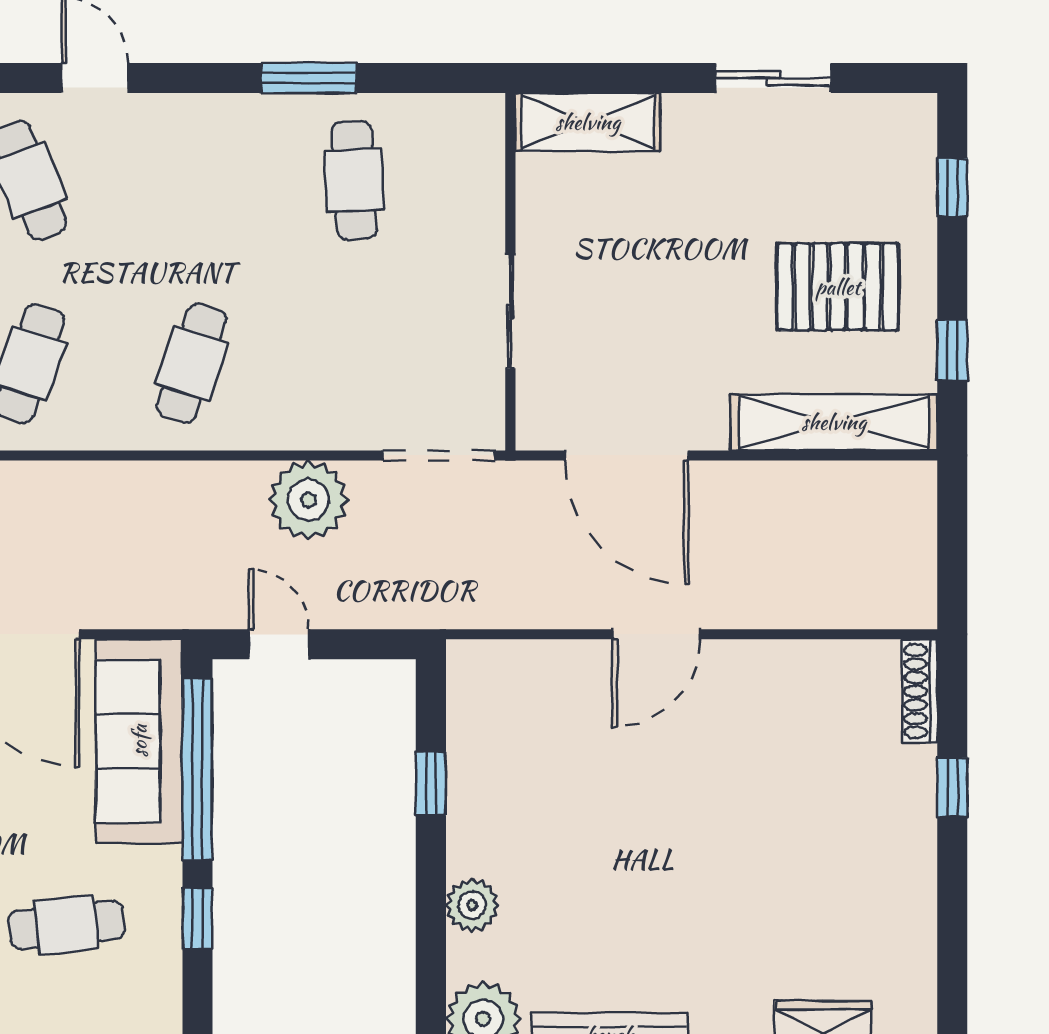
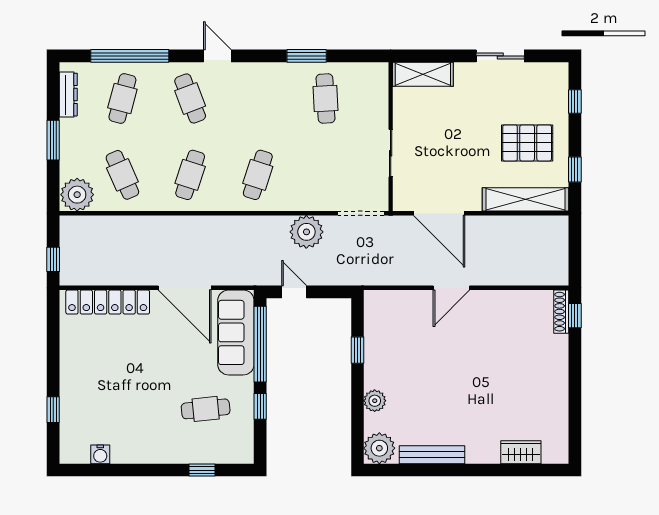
window: (952, 787) -> (575, 316), moved

